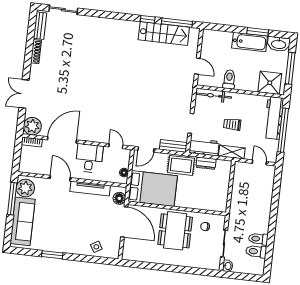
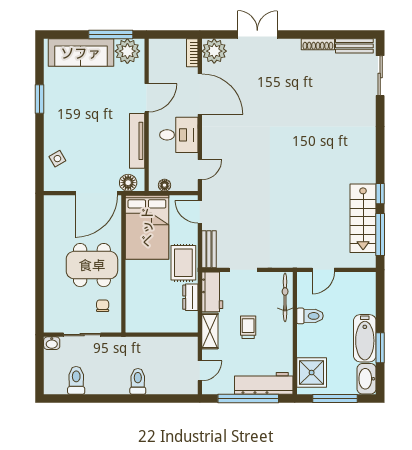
toilet: (258, 239) -> (138, 381), moved

